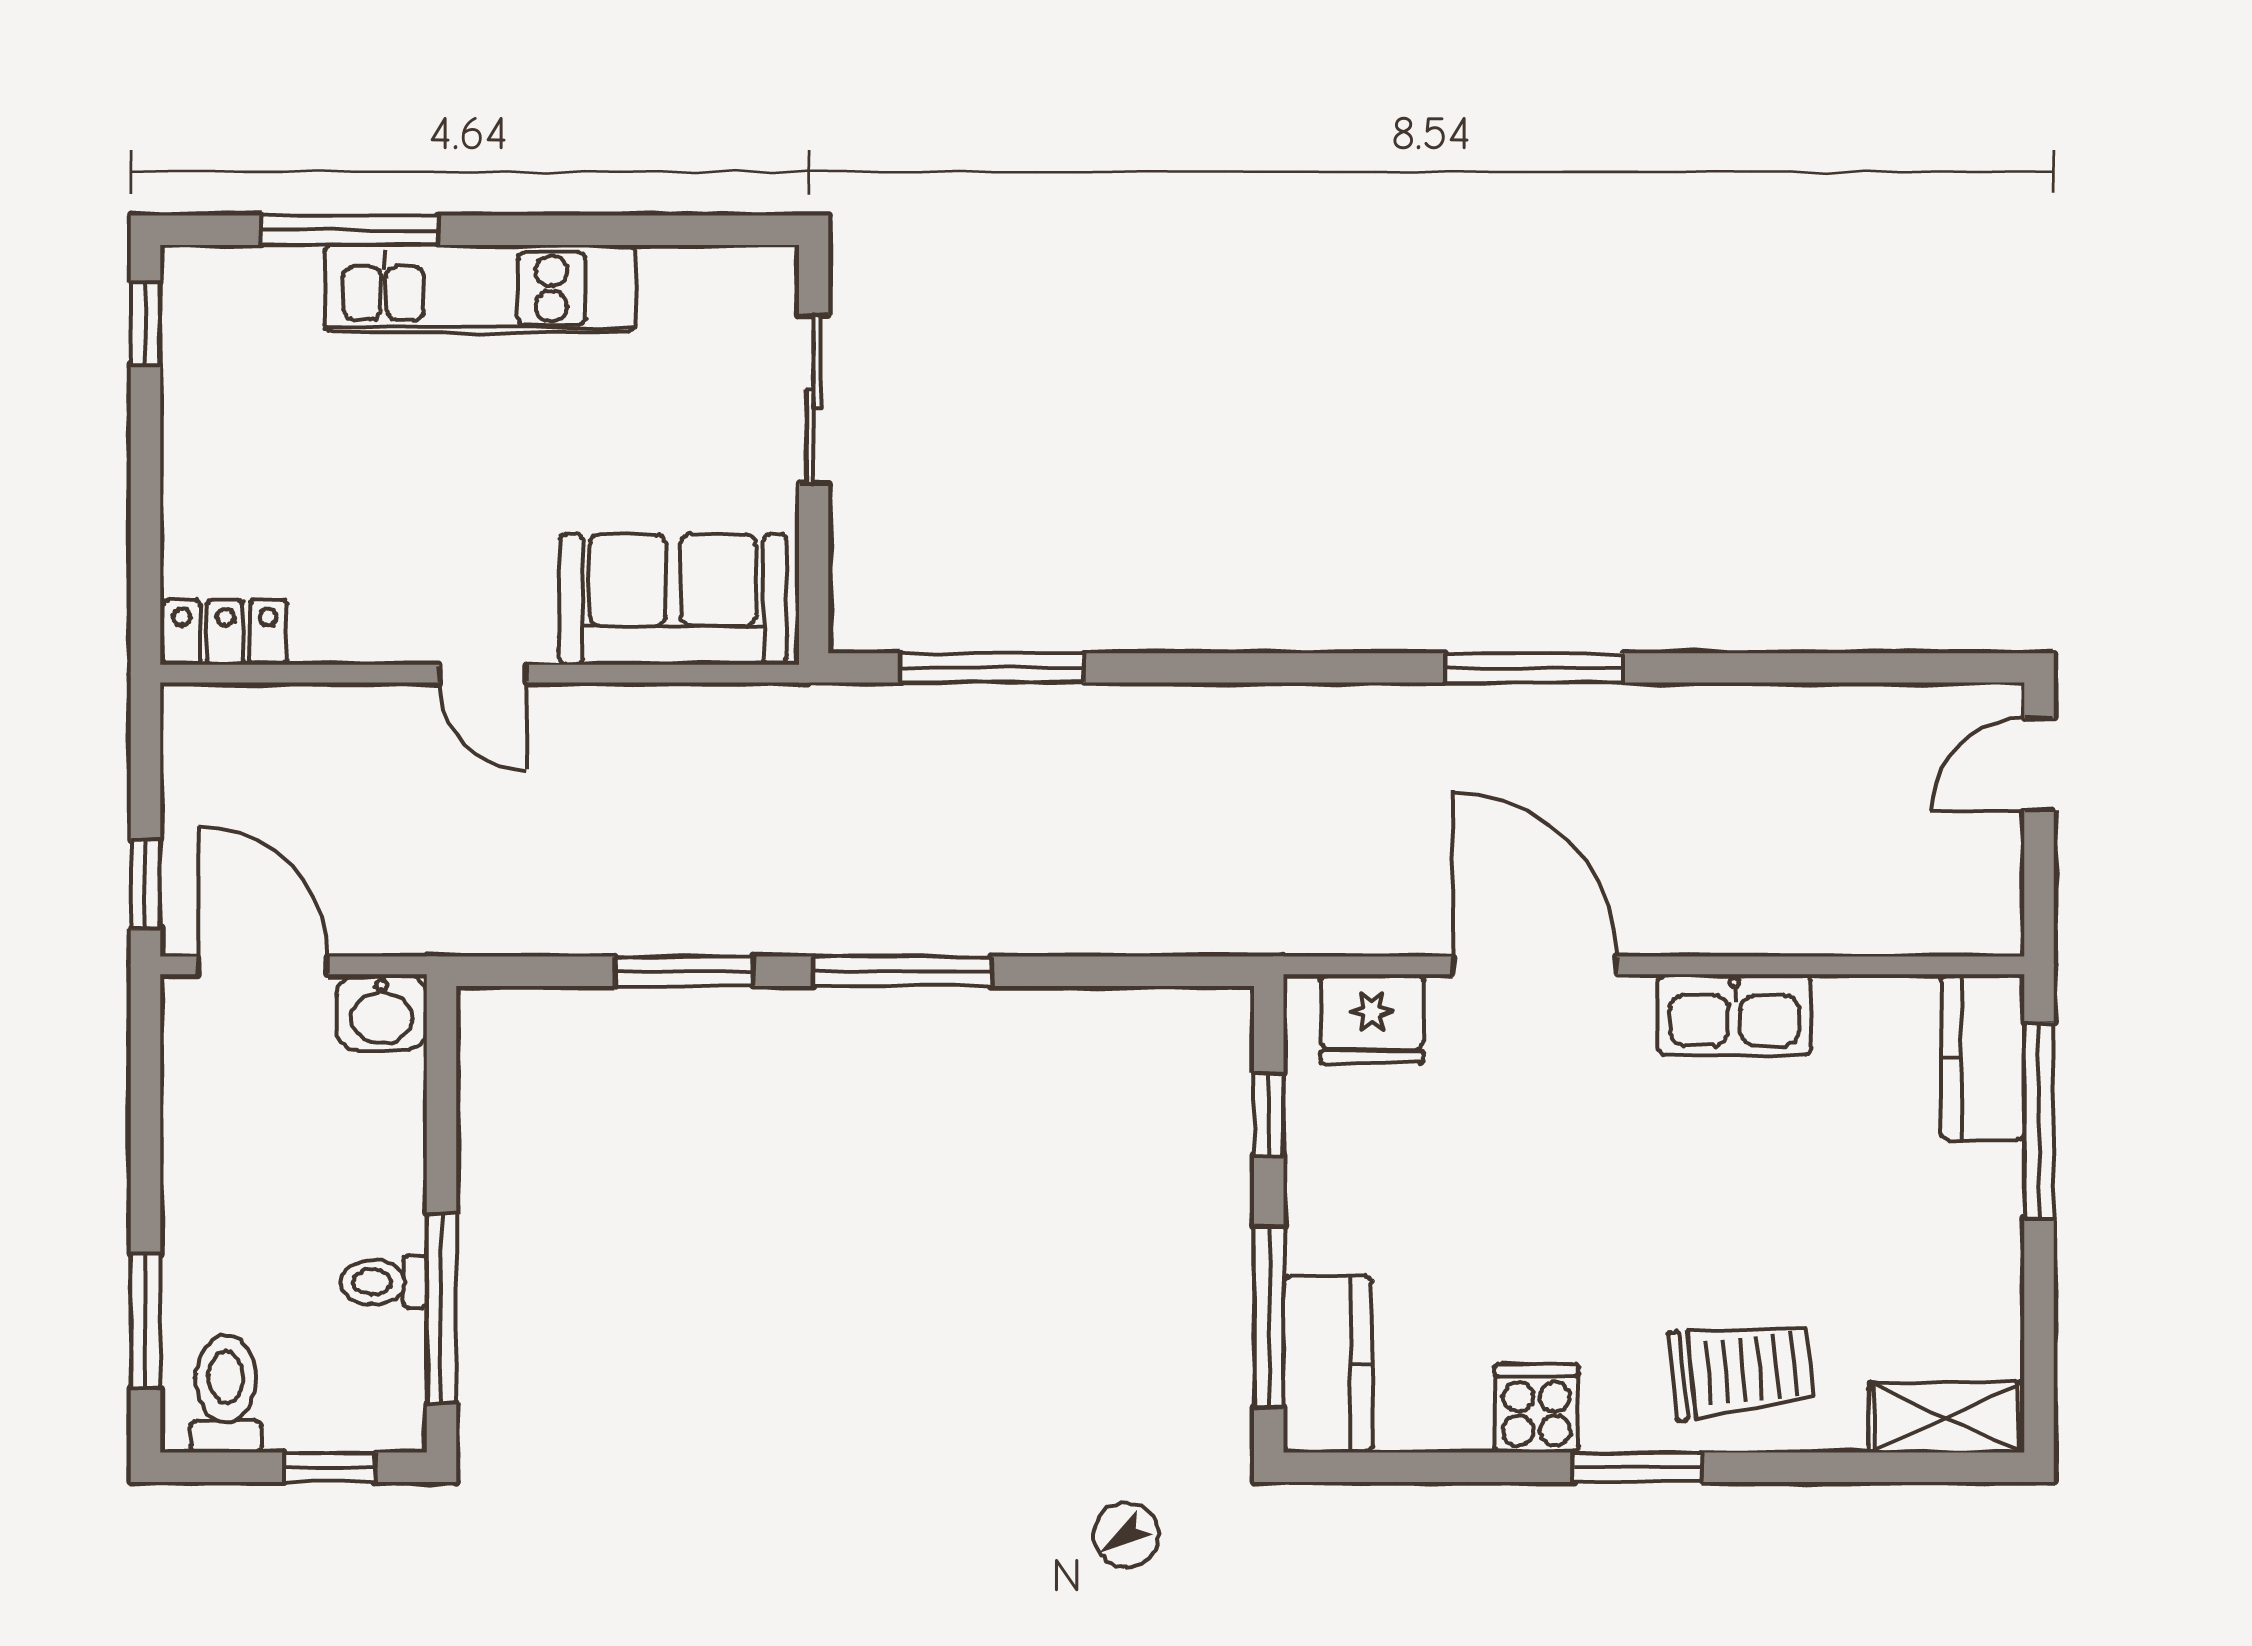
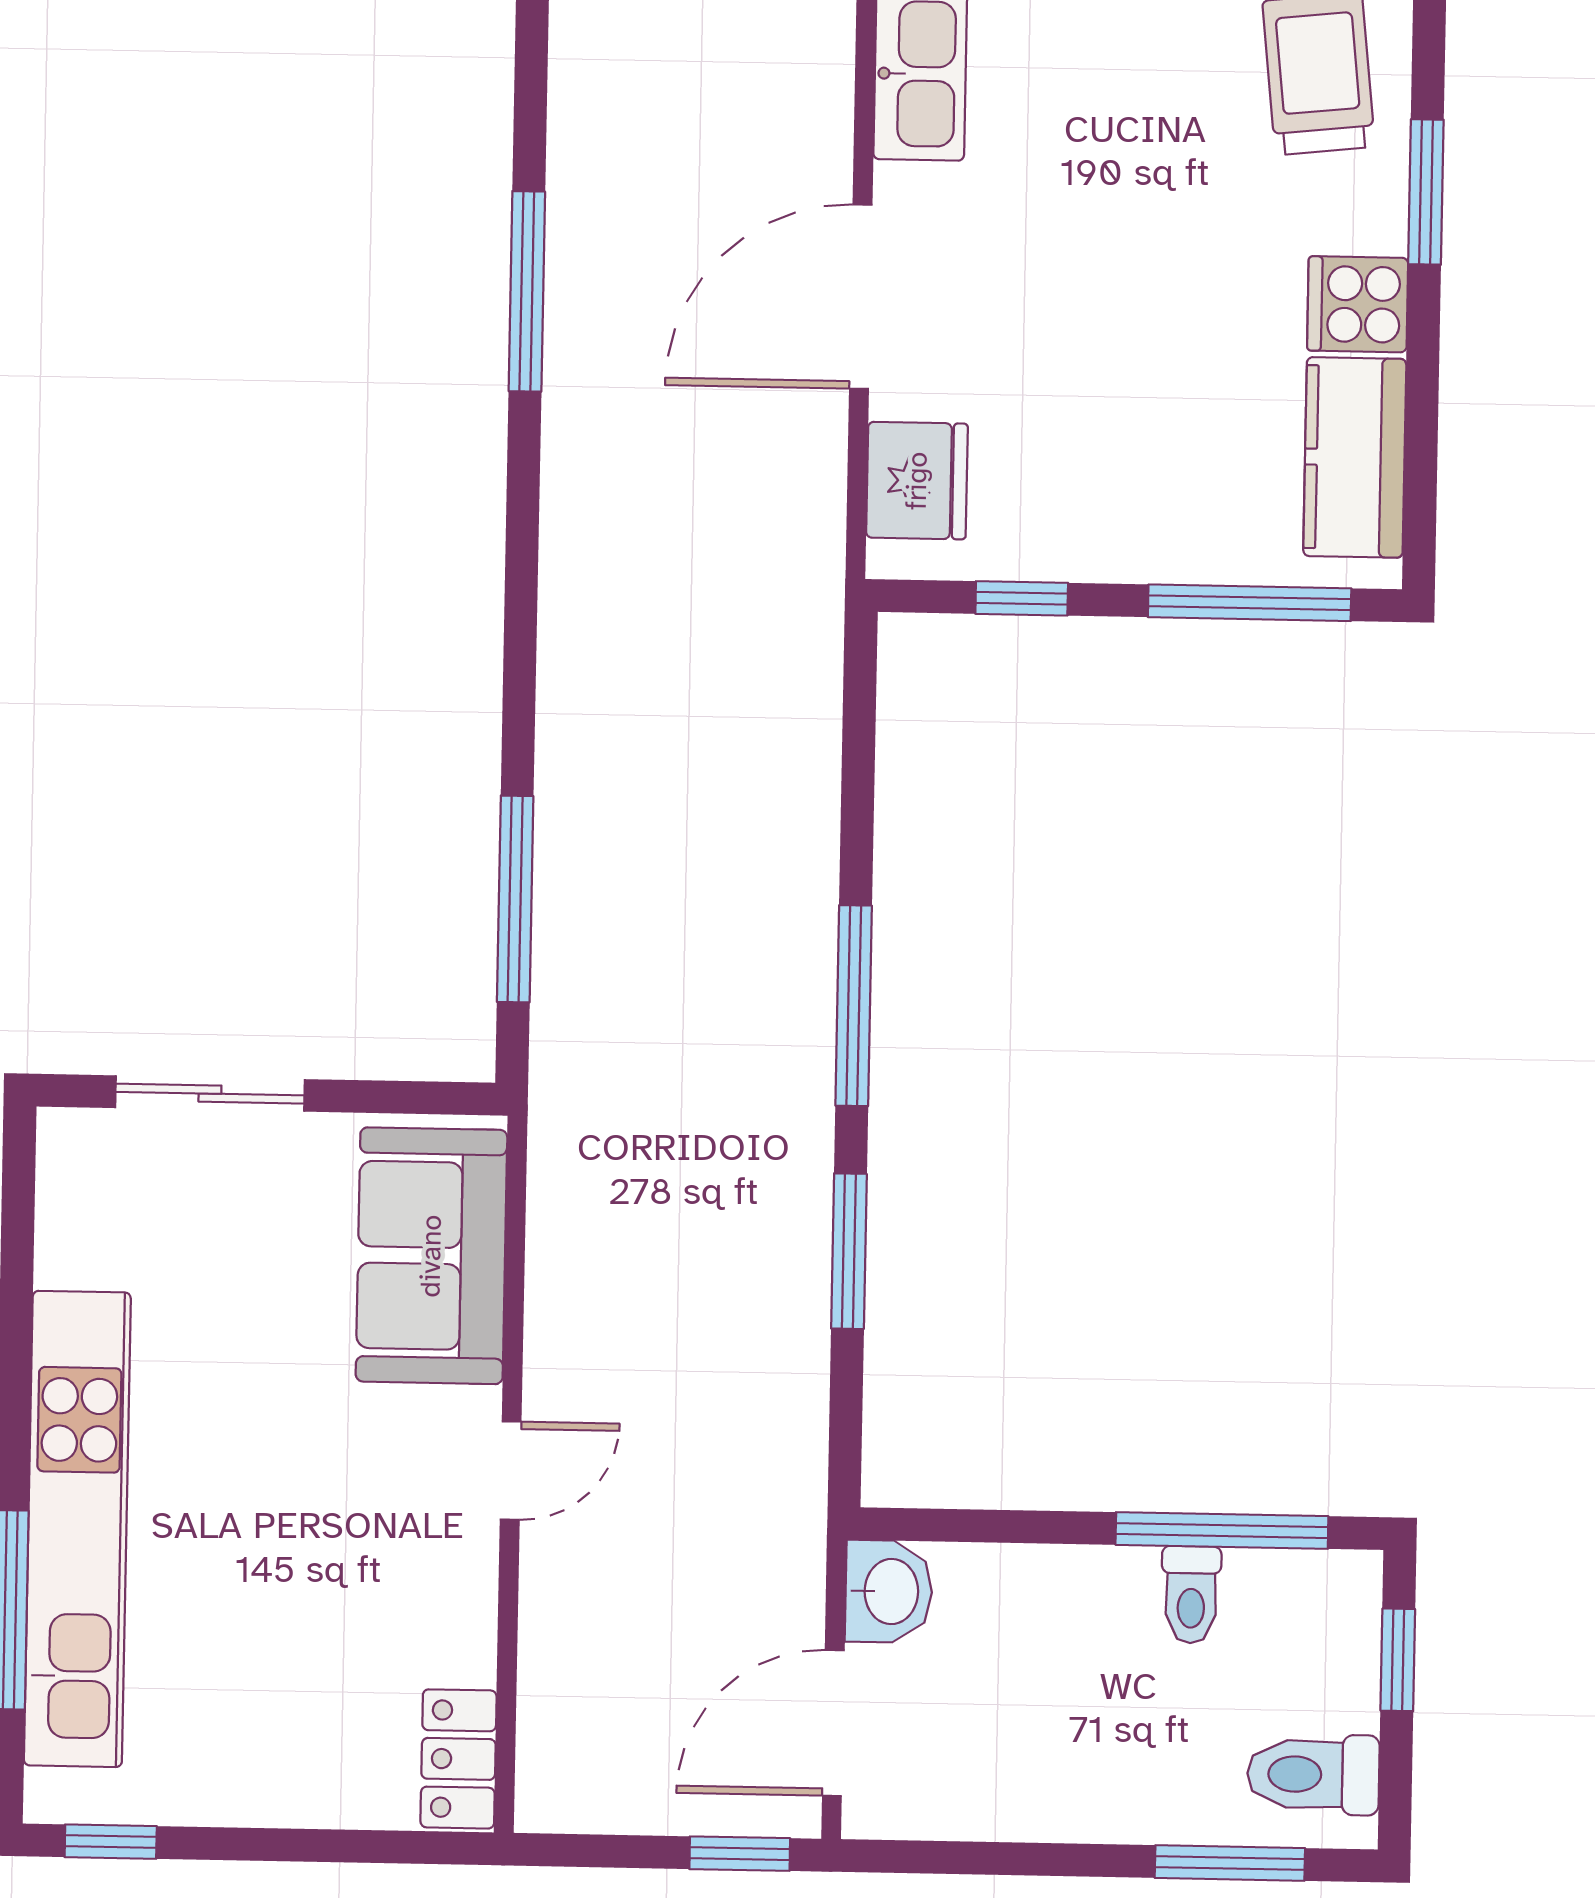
kitchen unit: (480, 288) -> (77, 1529), width x1.36
kitchen counter: (1328, 1364) -> (1355, 457), moved, turned -90

